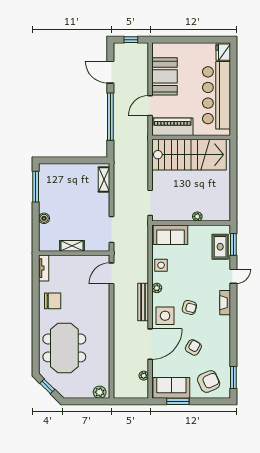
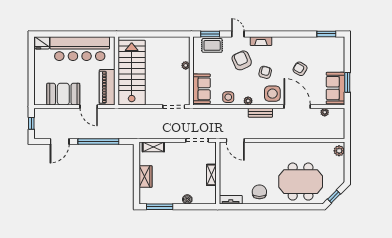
wardrobe: (70, 171) -> (146, 177), added
bench: (143, 302) -> (260, 113), width x0.73
armchair: (209, 382) -> (242, 60), moved

